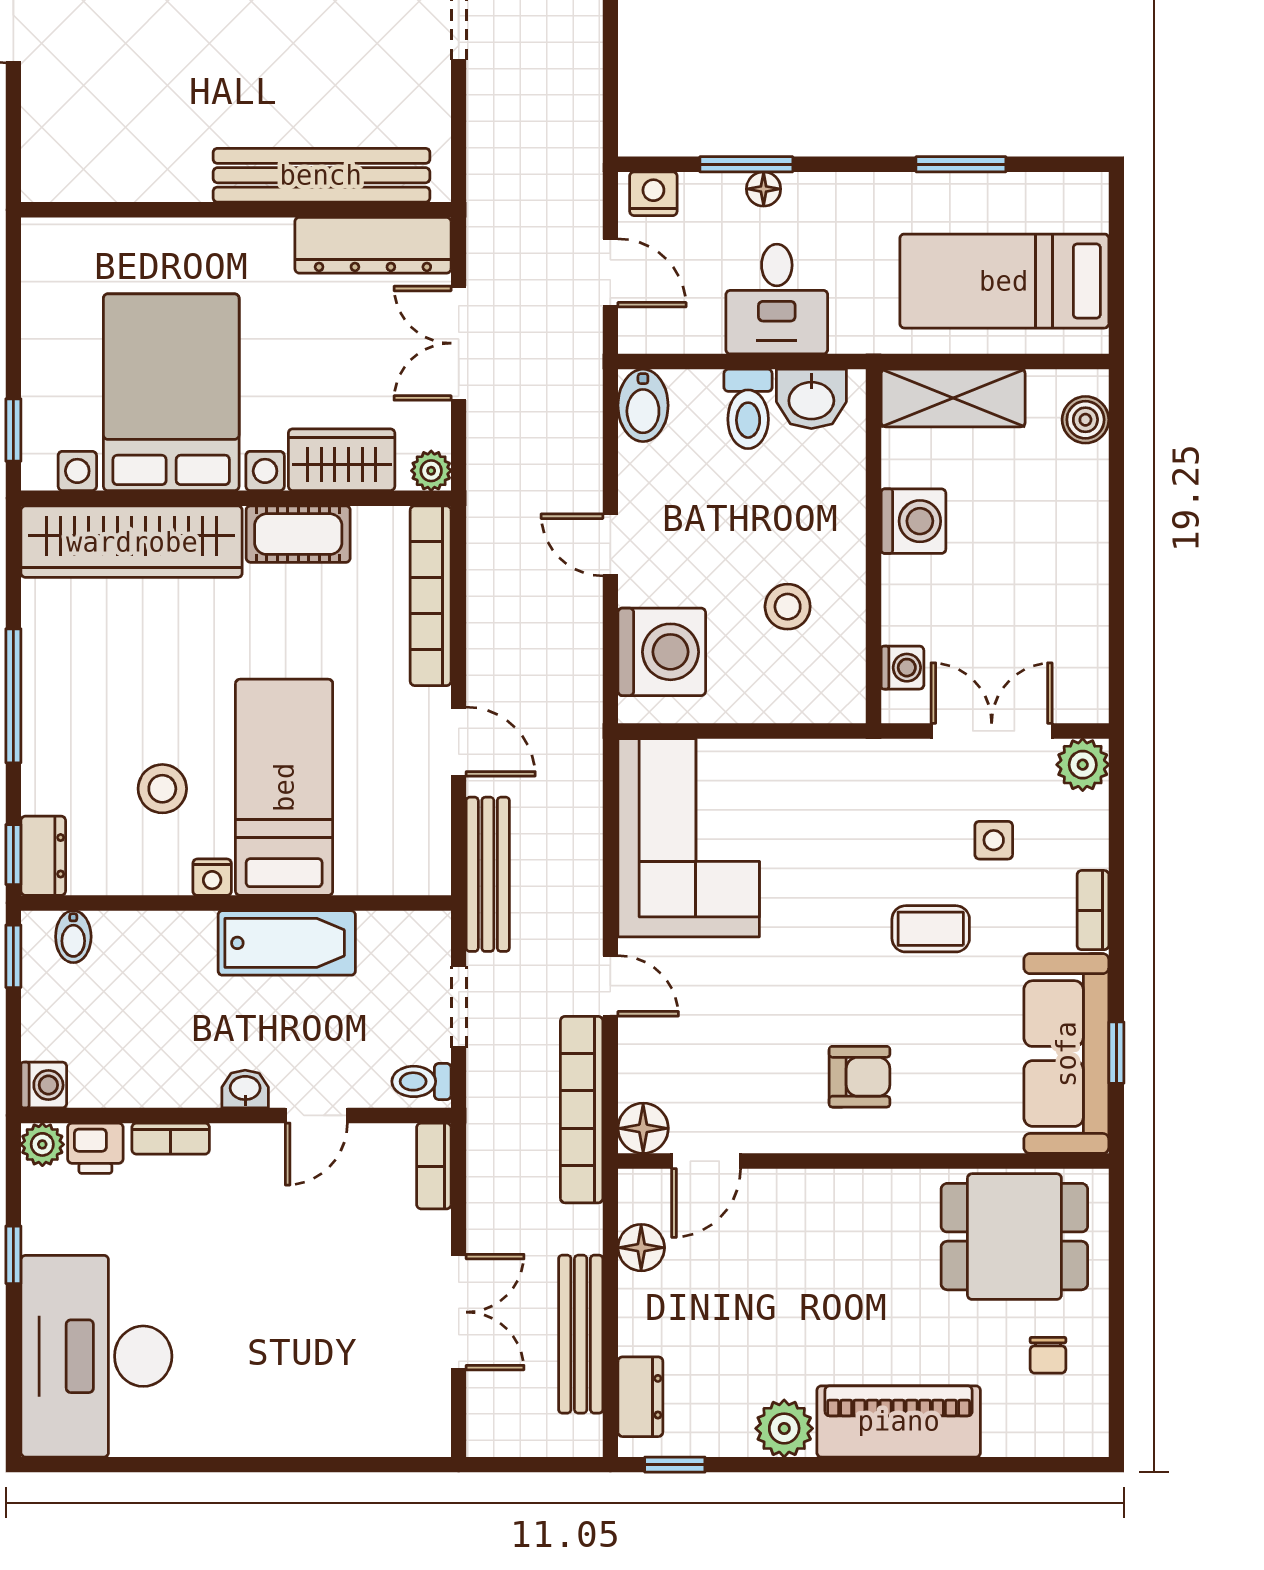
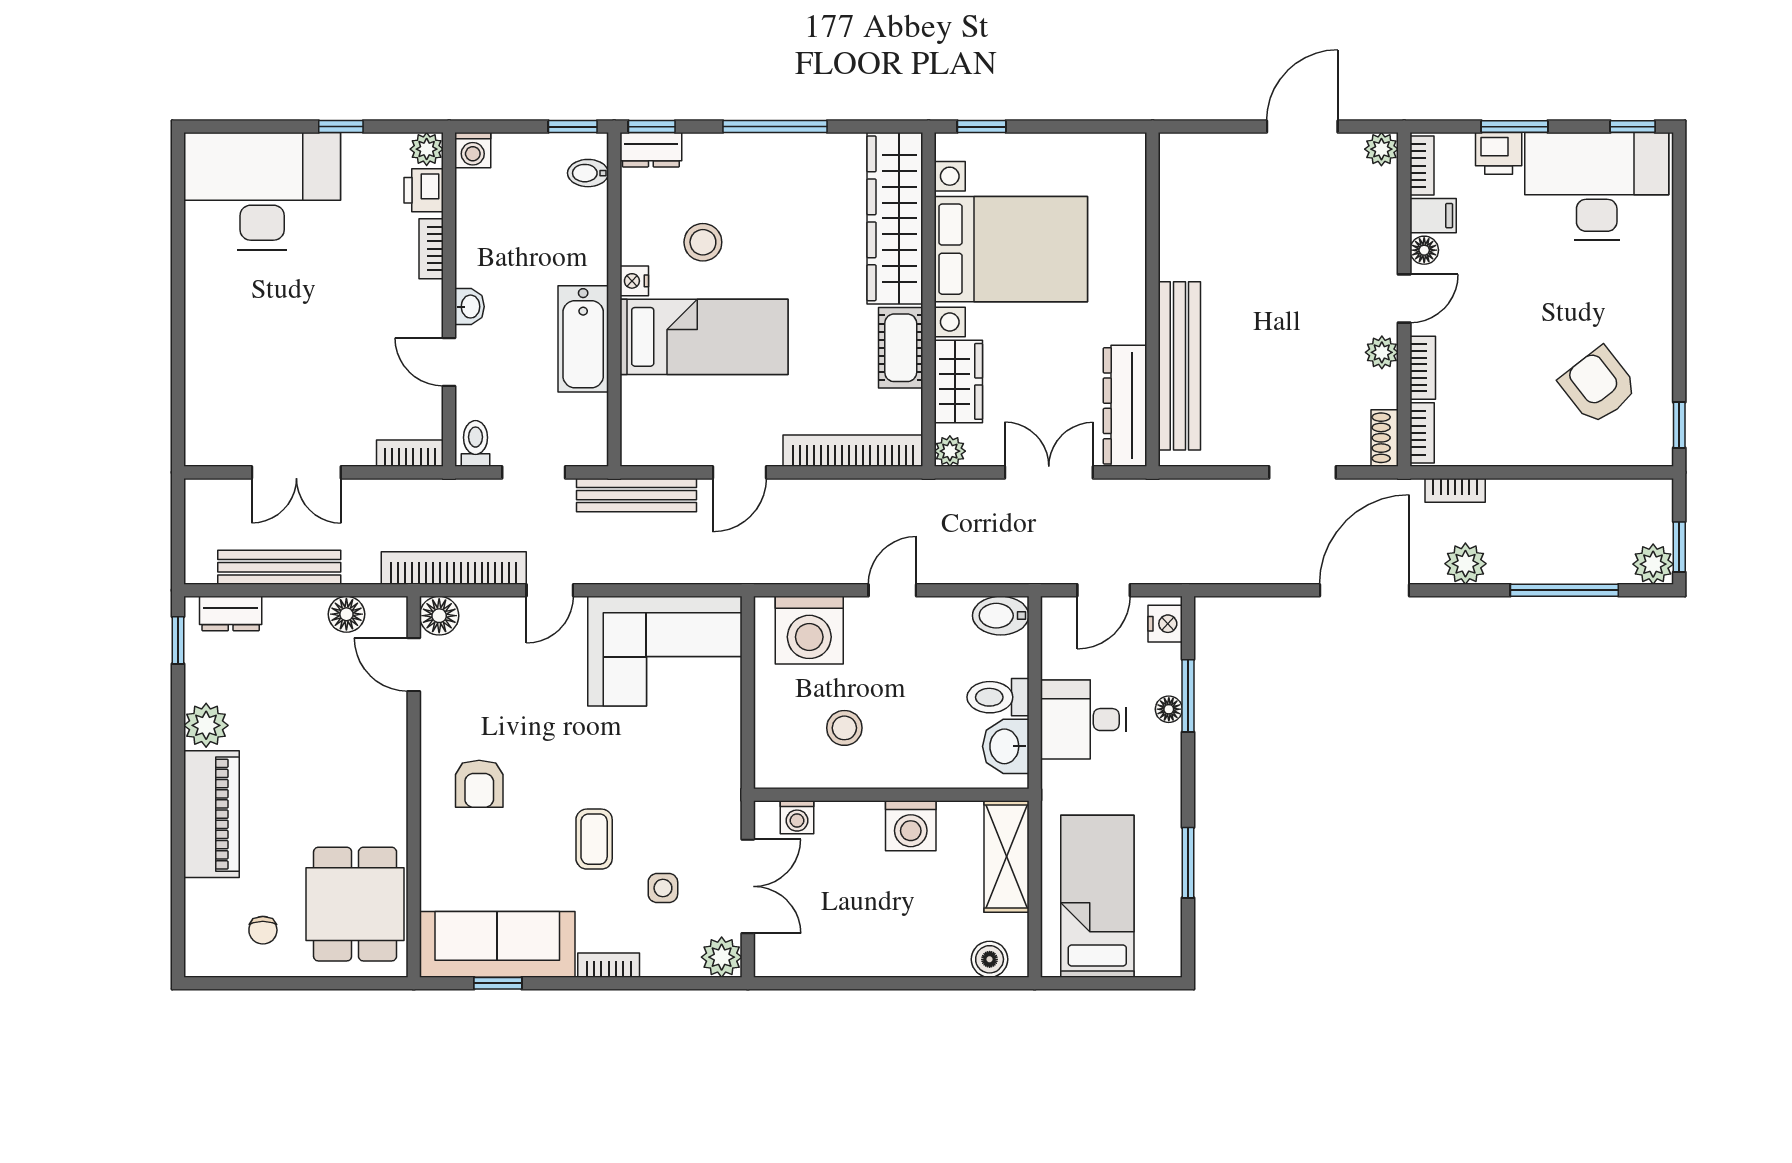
chair: (1048, 1355) -> (263, 930), turned -90

